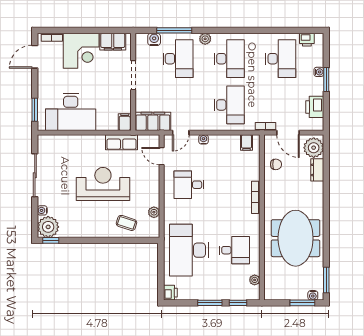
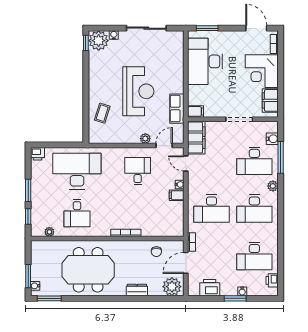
filing cabinet: (246, 143) -> (177, 195), moved
dresser: (317, 170) -> (137, 290), moved
plant: (154, 212) -> (145, 139), moved

